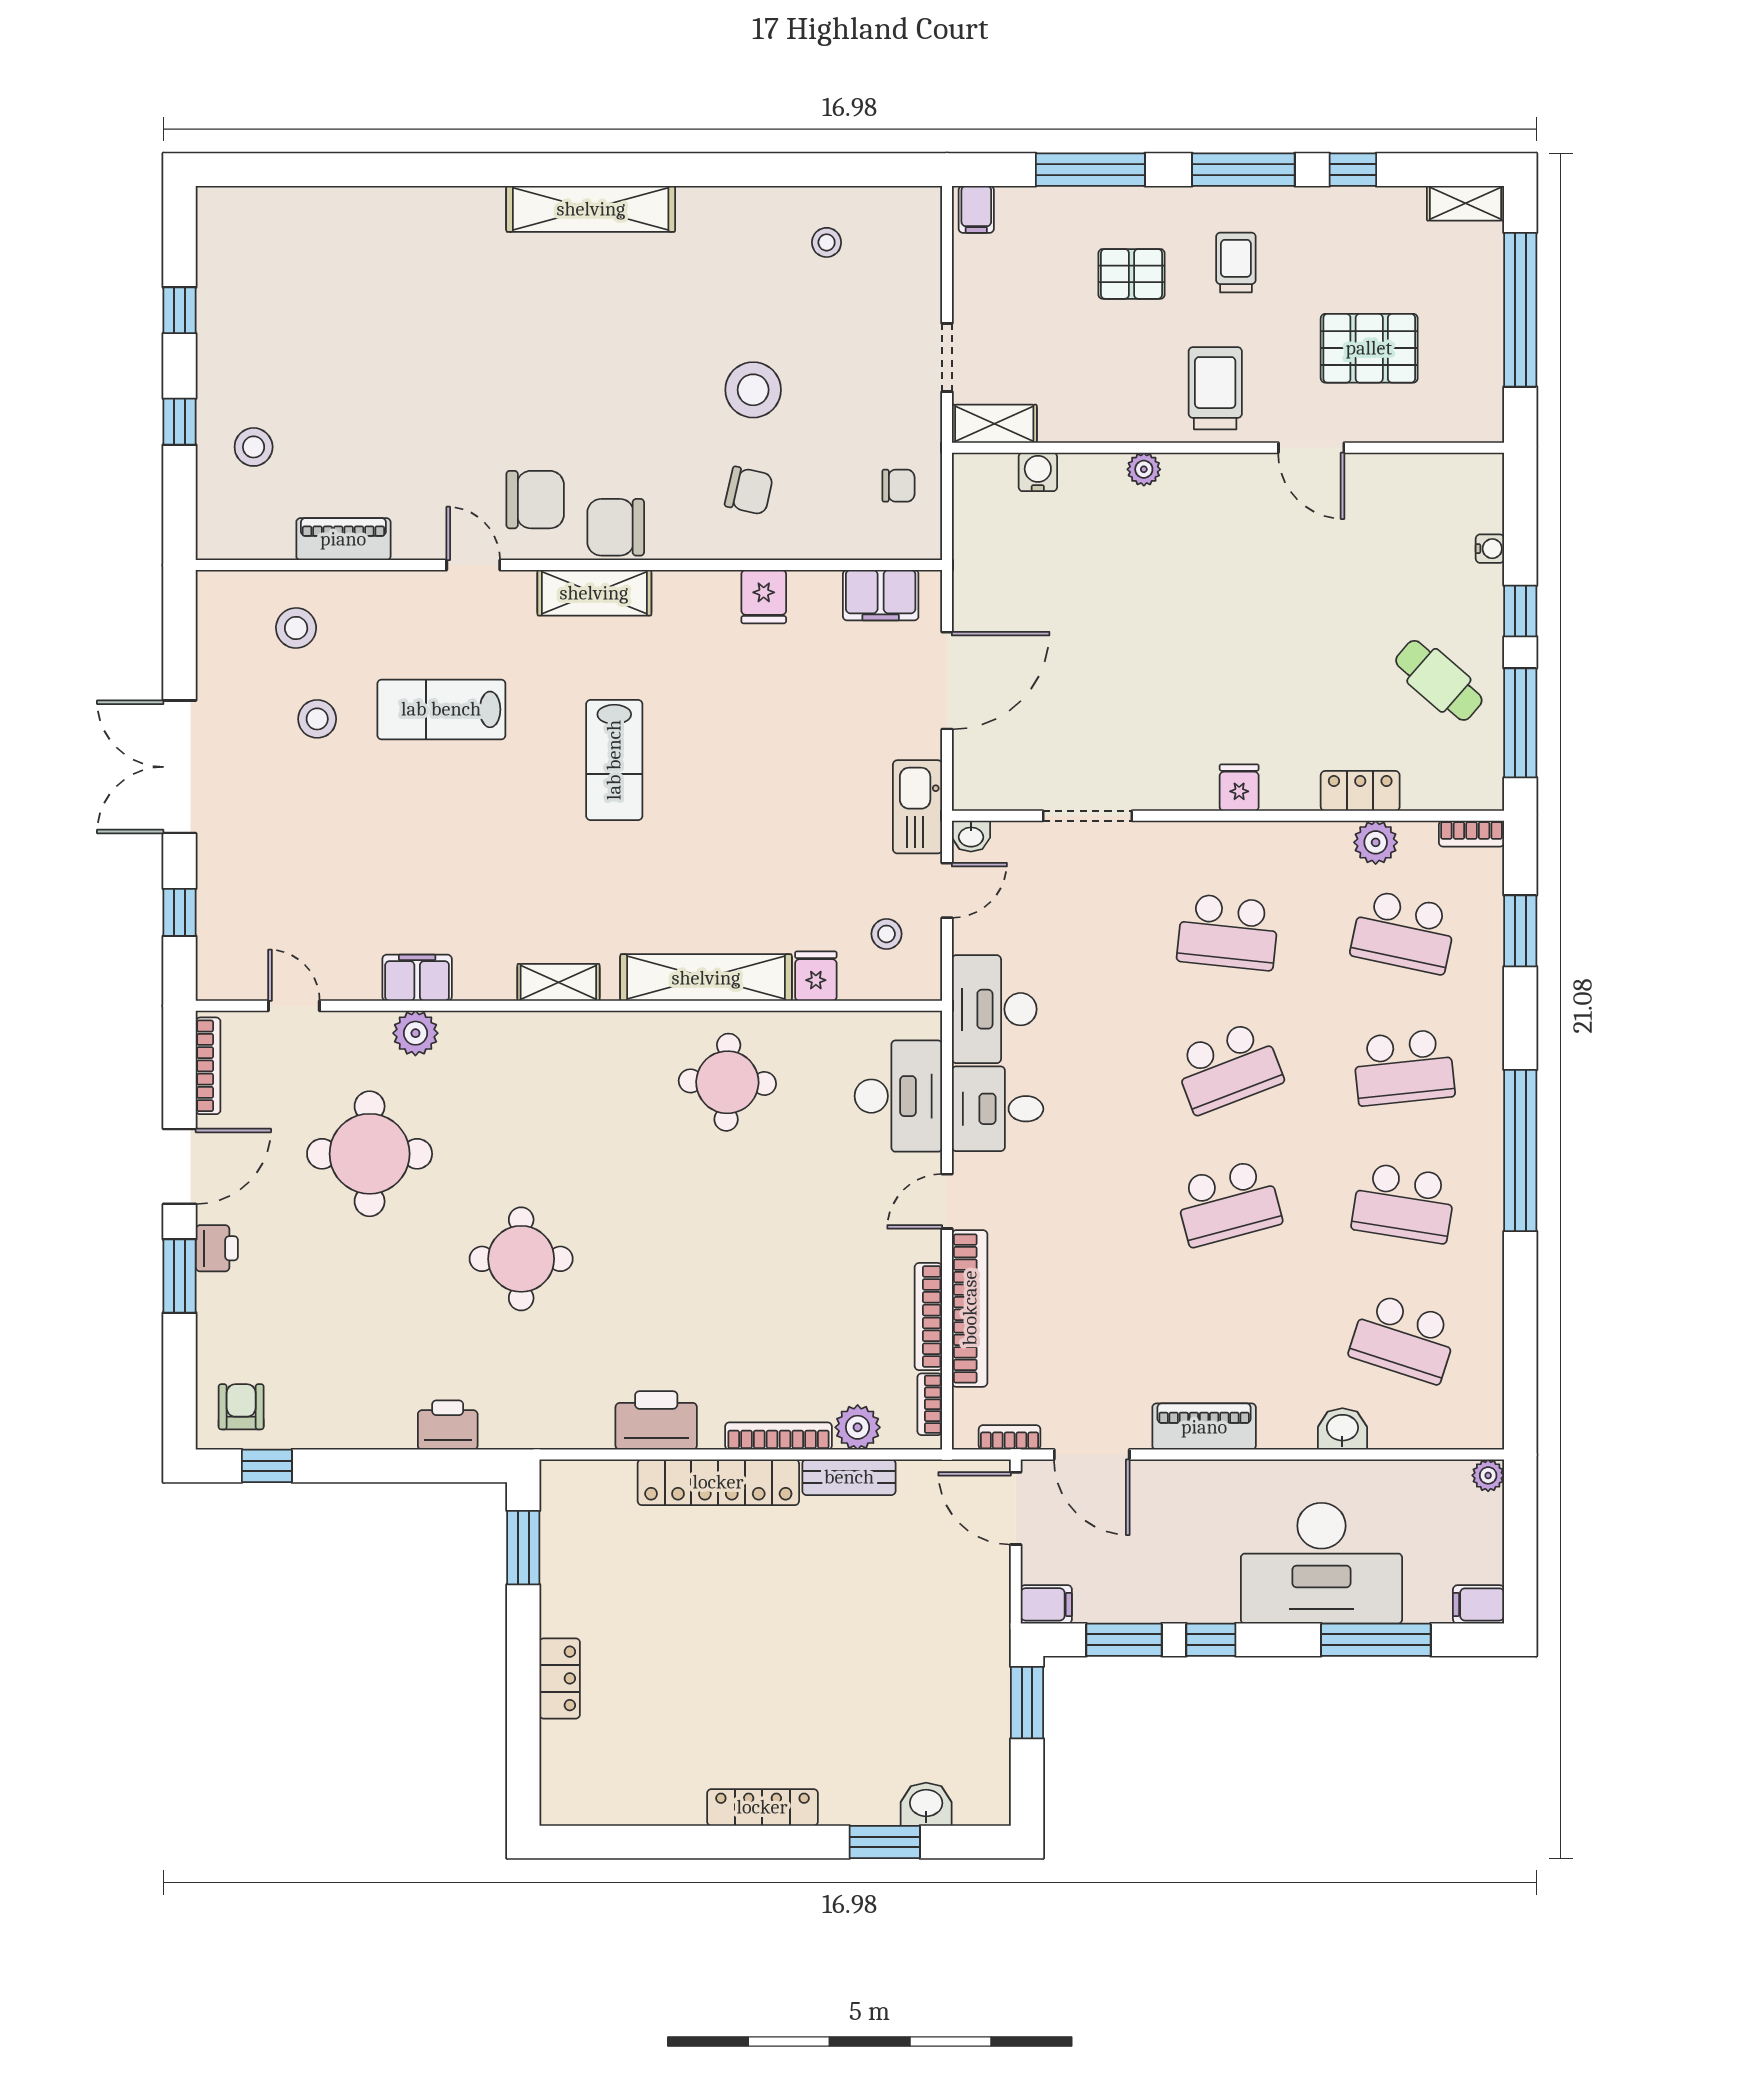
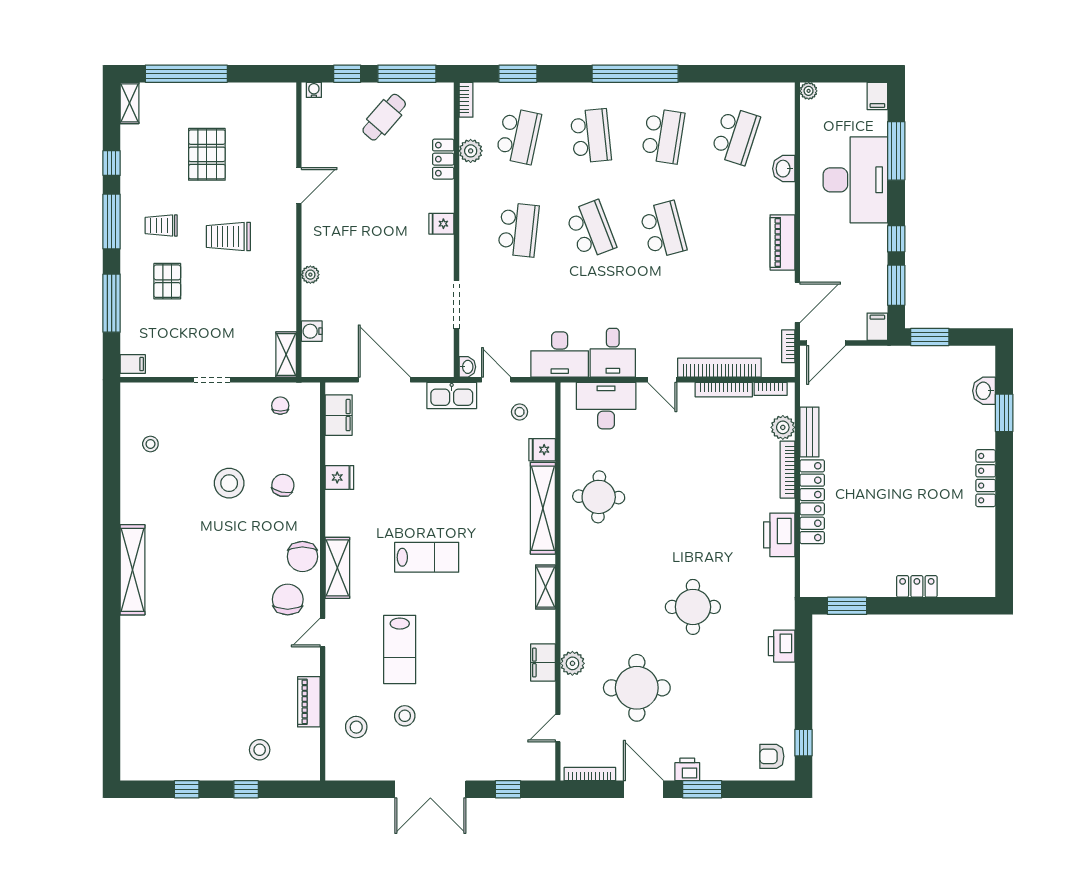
shelving: (994, 424) -> (286, 354), moved
wall: (1228, 448) -> (299, 230), moved
door: (1311, 448) -> (299, 185), moved
plant: (1144, 469) -> (310, 275), moved
water cooler: (1038, 472) -> (312, 331), moved

